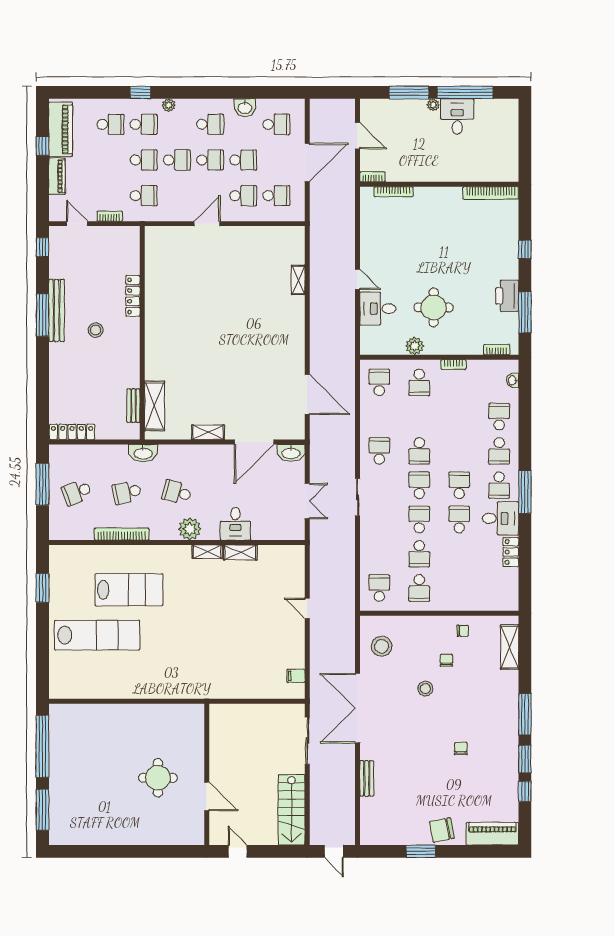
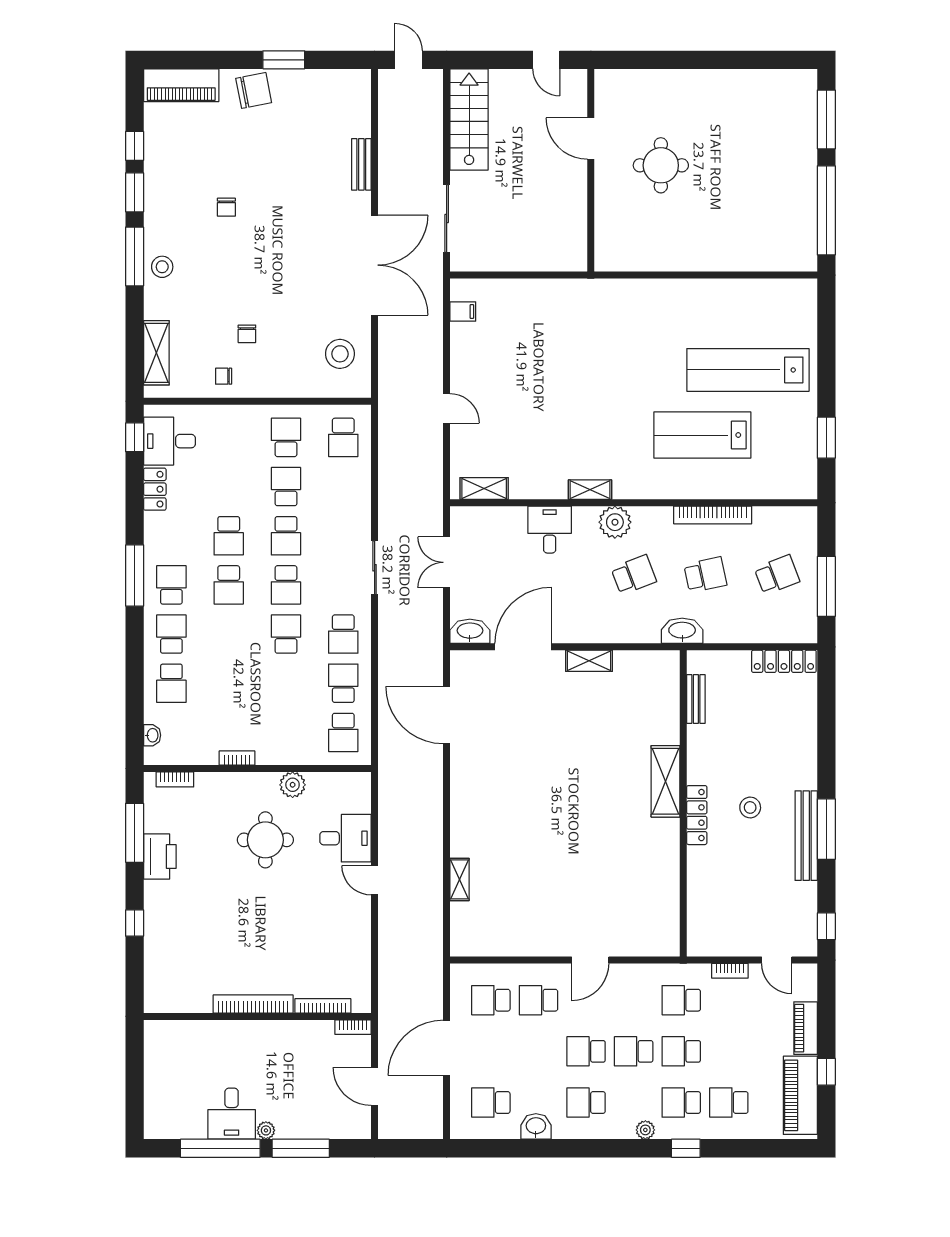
school desk: (243, 160) -> (538, 1051), removed
bookcase: (491, 193) -> (253, 1004), moved
locker: (133, 296) -> (697, 815), moved
school desk: (419, 382) -> (343, 683), moved
shelving: (155, 406) -> (666, 781), moved
school desk: (177, 492) -> (634, 575), turned -36
desk: (500, 518) -> (169, 441), moved
shelving: (240, 552) -> (484, 488), moved
window: (525, 588) -> (135, 437), added
stool: (425, 689) -> (162, 267), moved

